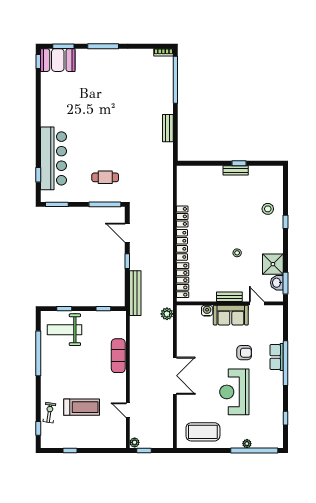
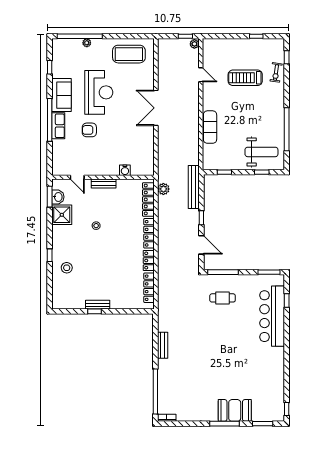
booth: (58, 60) -> (235, 410), moved
locker: (182, 188) -> (149, 288), added
plant: (167, 314) -> (163, 189), moved
sofa: (231, 315) -> (62, 95), moved, turned 90

